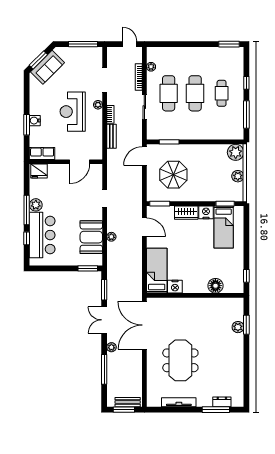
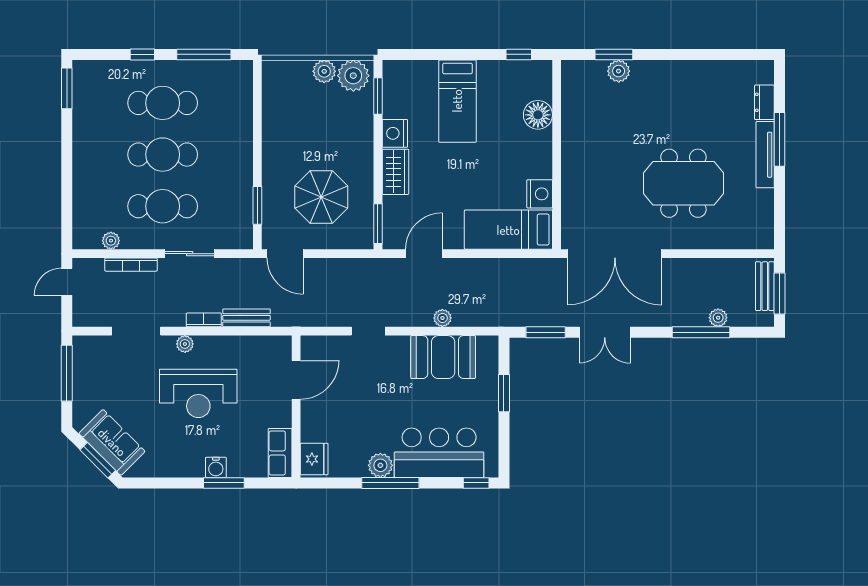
cafe table: (222, 93) -> (163, 103), width x1.37, depth x1.35
plant: (236, 152) -> (353, 76), moved
door: (80, 162) -> (296, 380), hinge flipped
bed: (224, 227) -> (457, 101), moved, turned 90
window: (27, 238) -> (476, 483), moved
window: (88, 268) -> (504, 393), moved
plant: (111, 347) -> (718, 318), moved
tv unit: (179, 402) -> (765, 155), moved
window: (216, 410) -> (780, 139), moved

